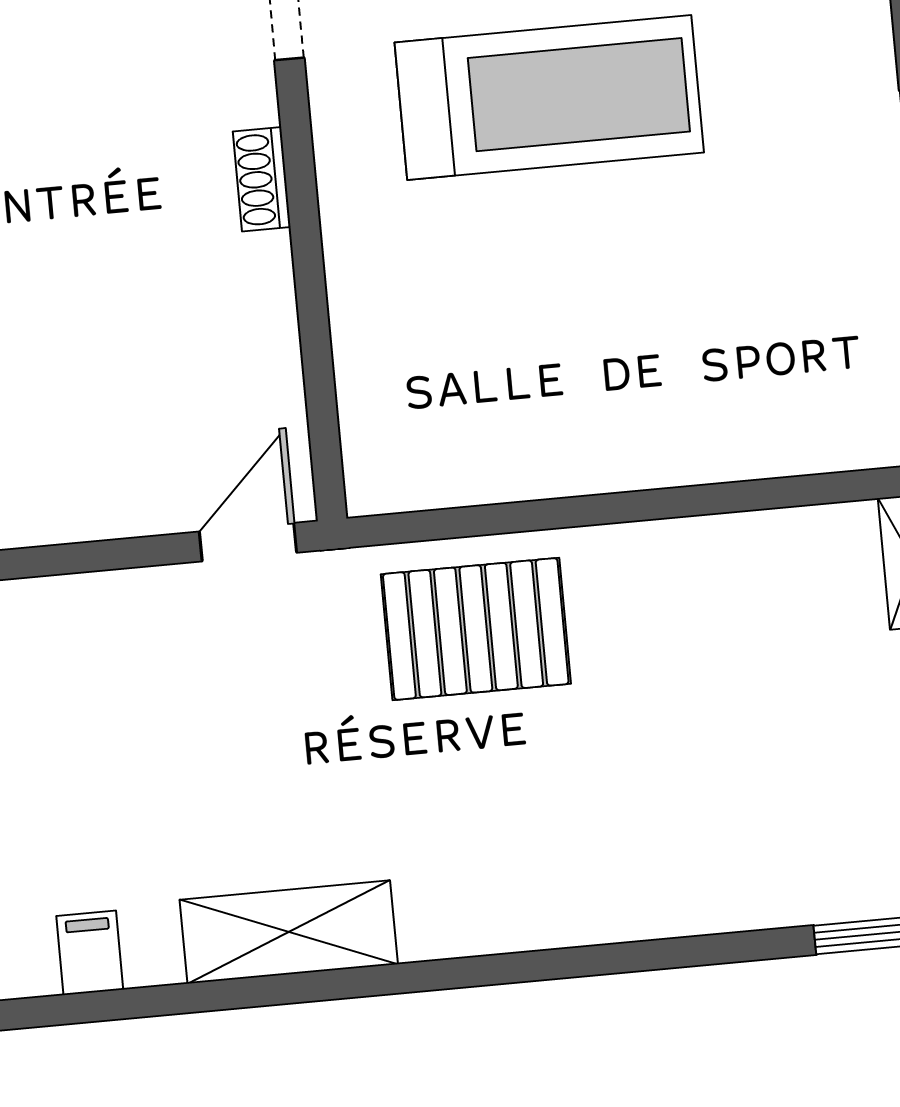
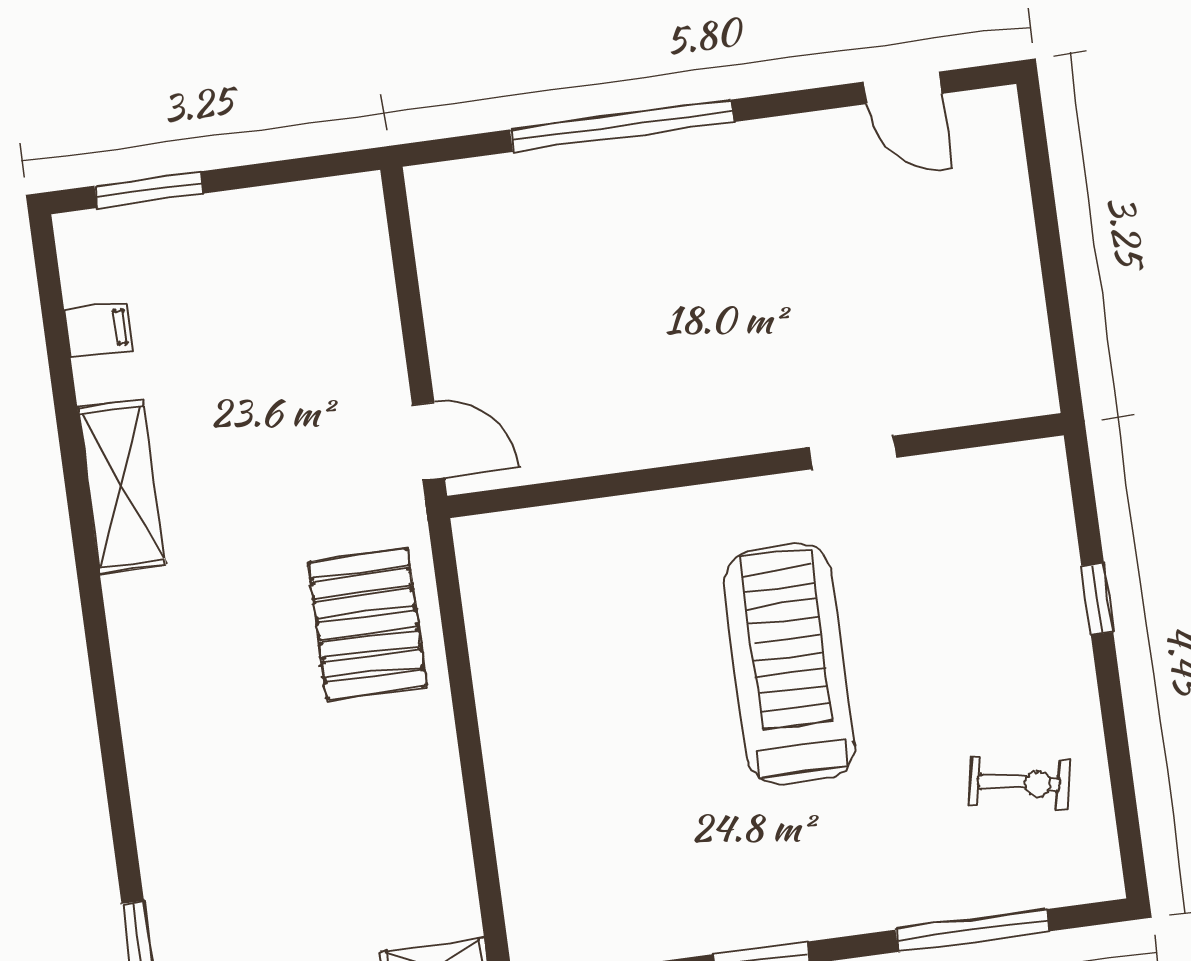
treadmill: (549, 97) -> (790, 665), turned 180
shoe rack: (262, 179) -> (716, 440), removed

